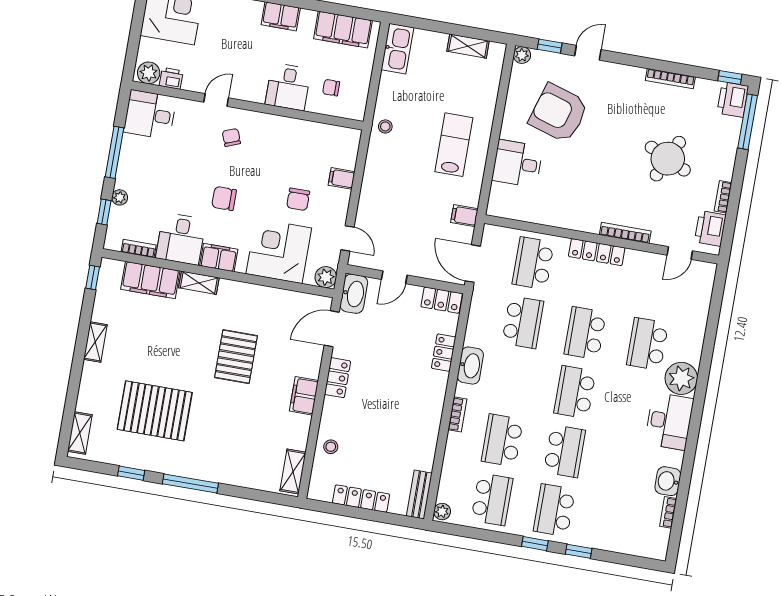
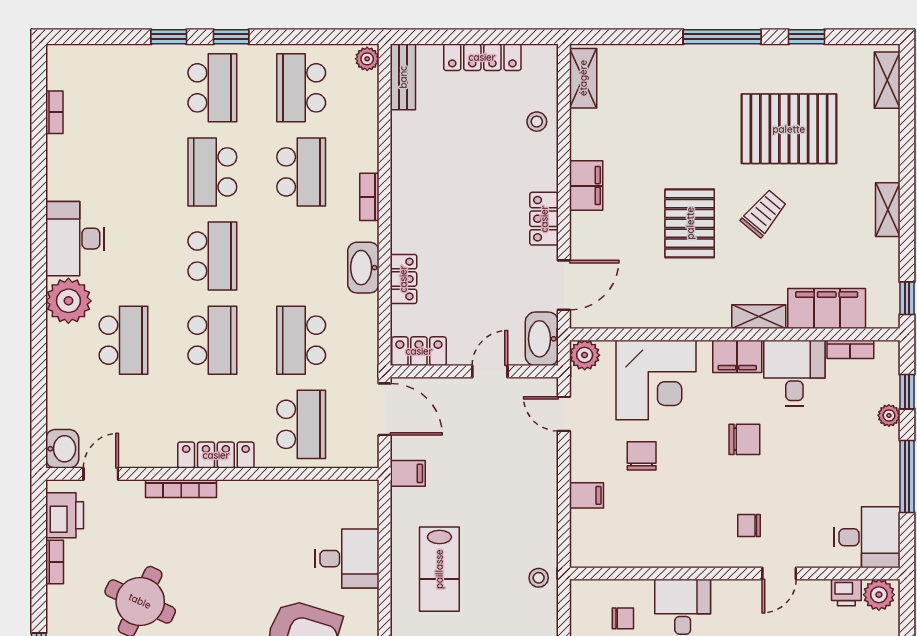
chair: (231, 137) -> (749, 525), turned 111
trolley: (183, 355) -> (764, 213), added
washbasin: (668, 481) -> (62, 449), moved

